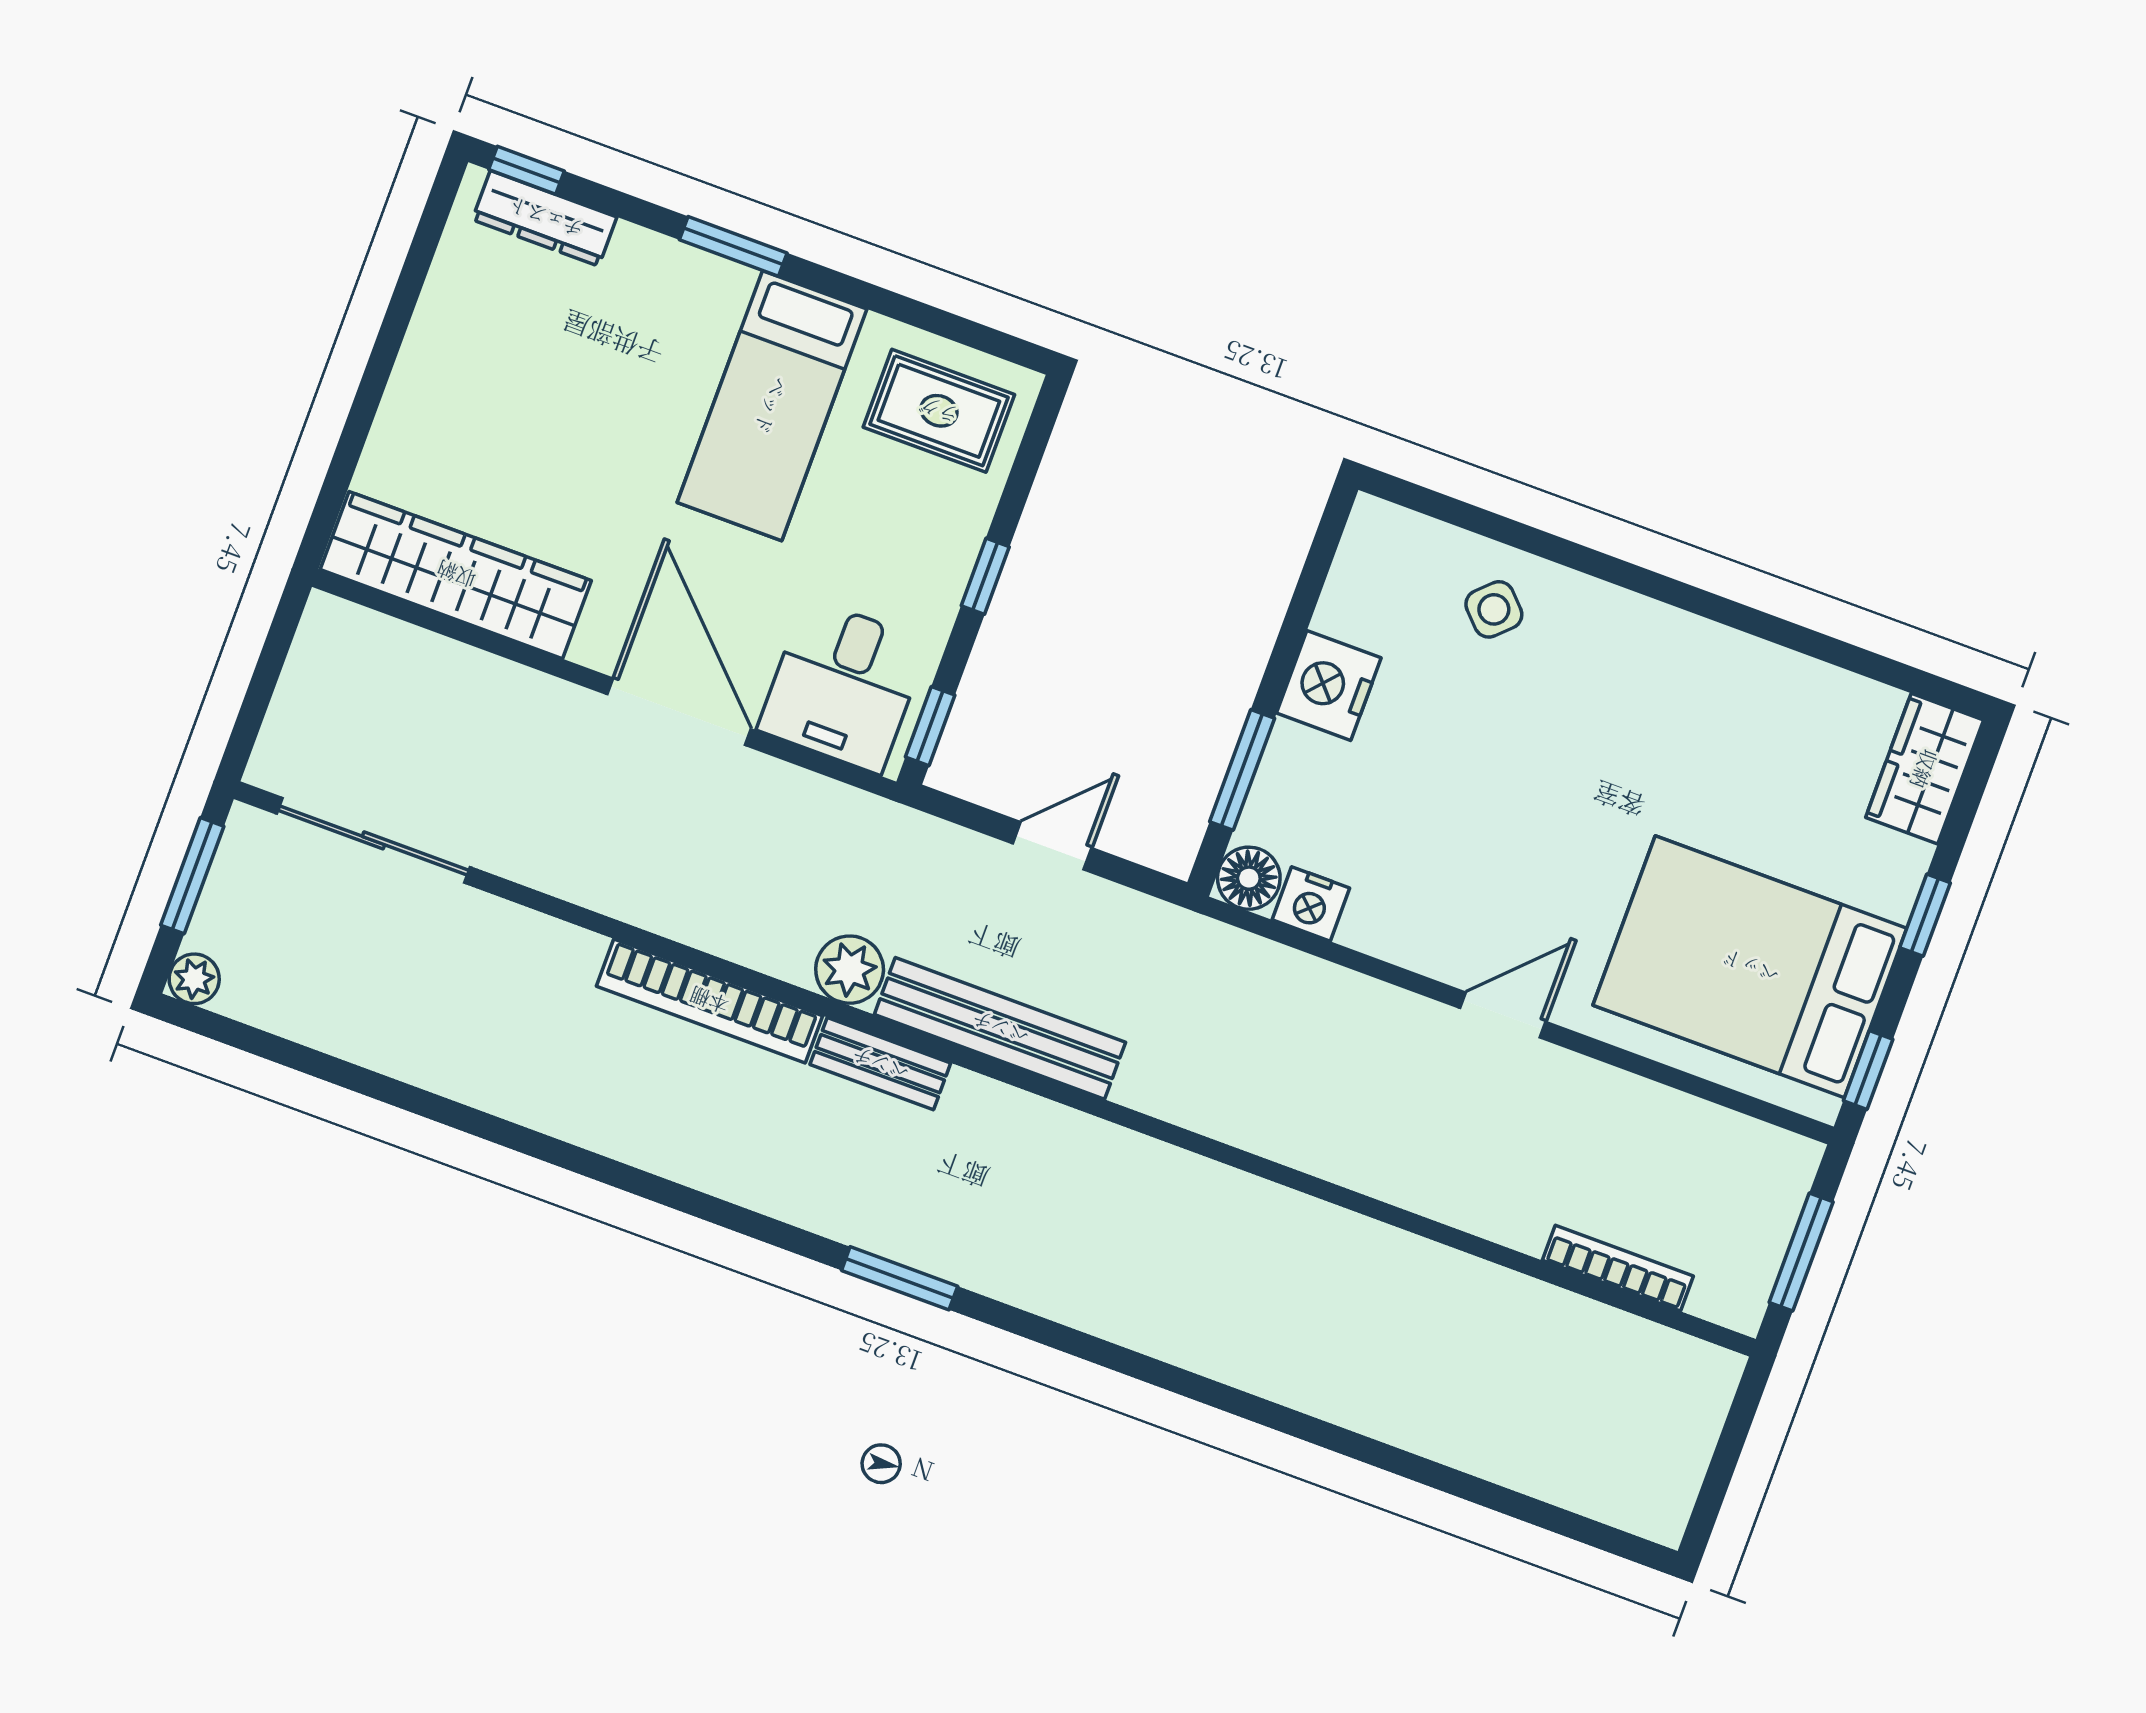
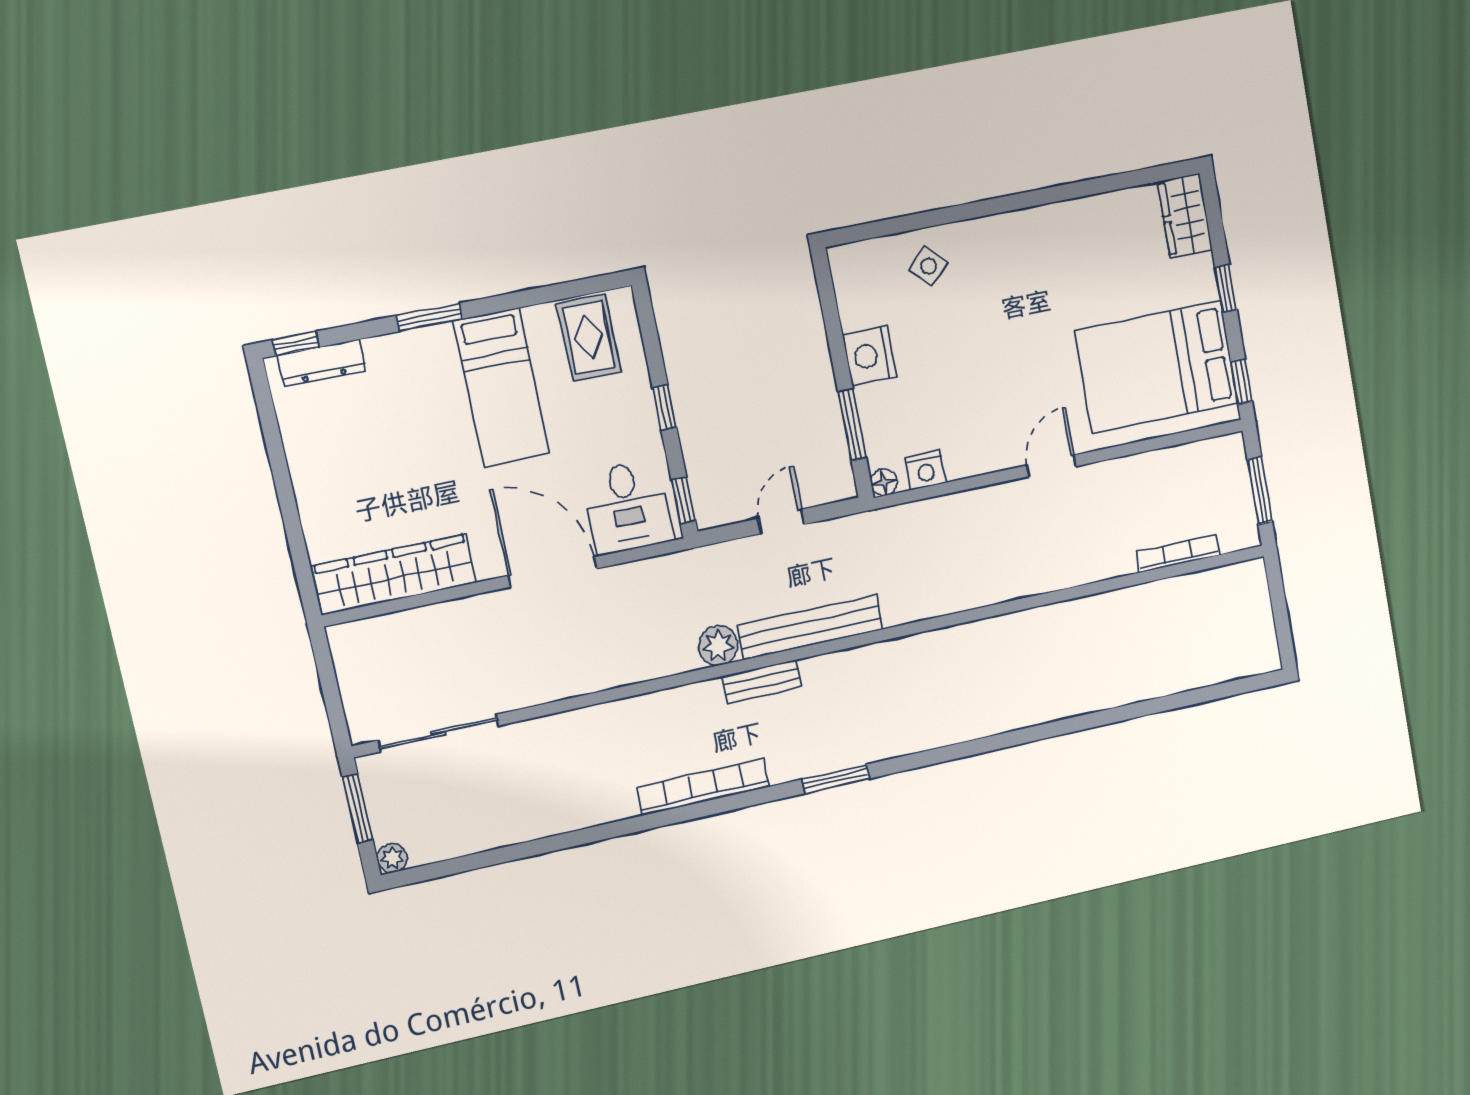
rug: (939, 411) -> (589, 337), turned 90
floor lamp: (1249, 878) -> (884, 482), width x0.73, depth x0.73
bookcase: (709, 1001) -> (704, 787), moved, turned 180

